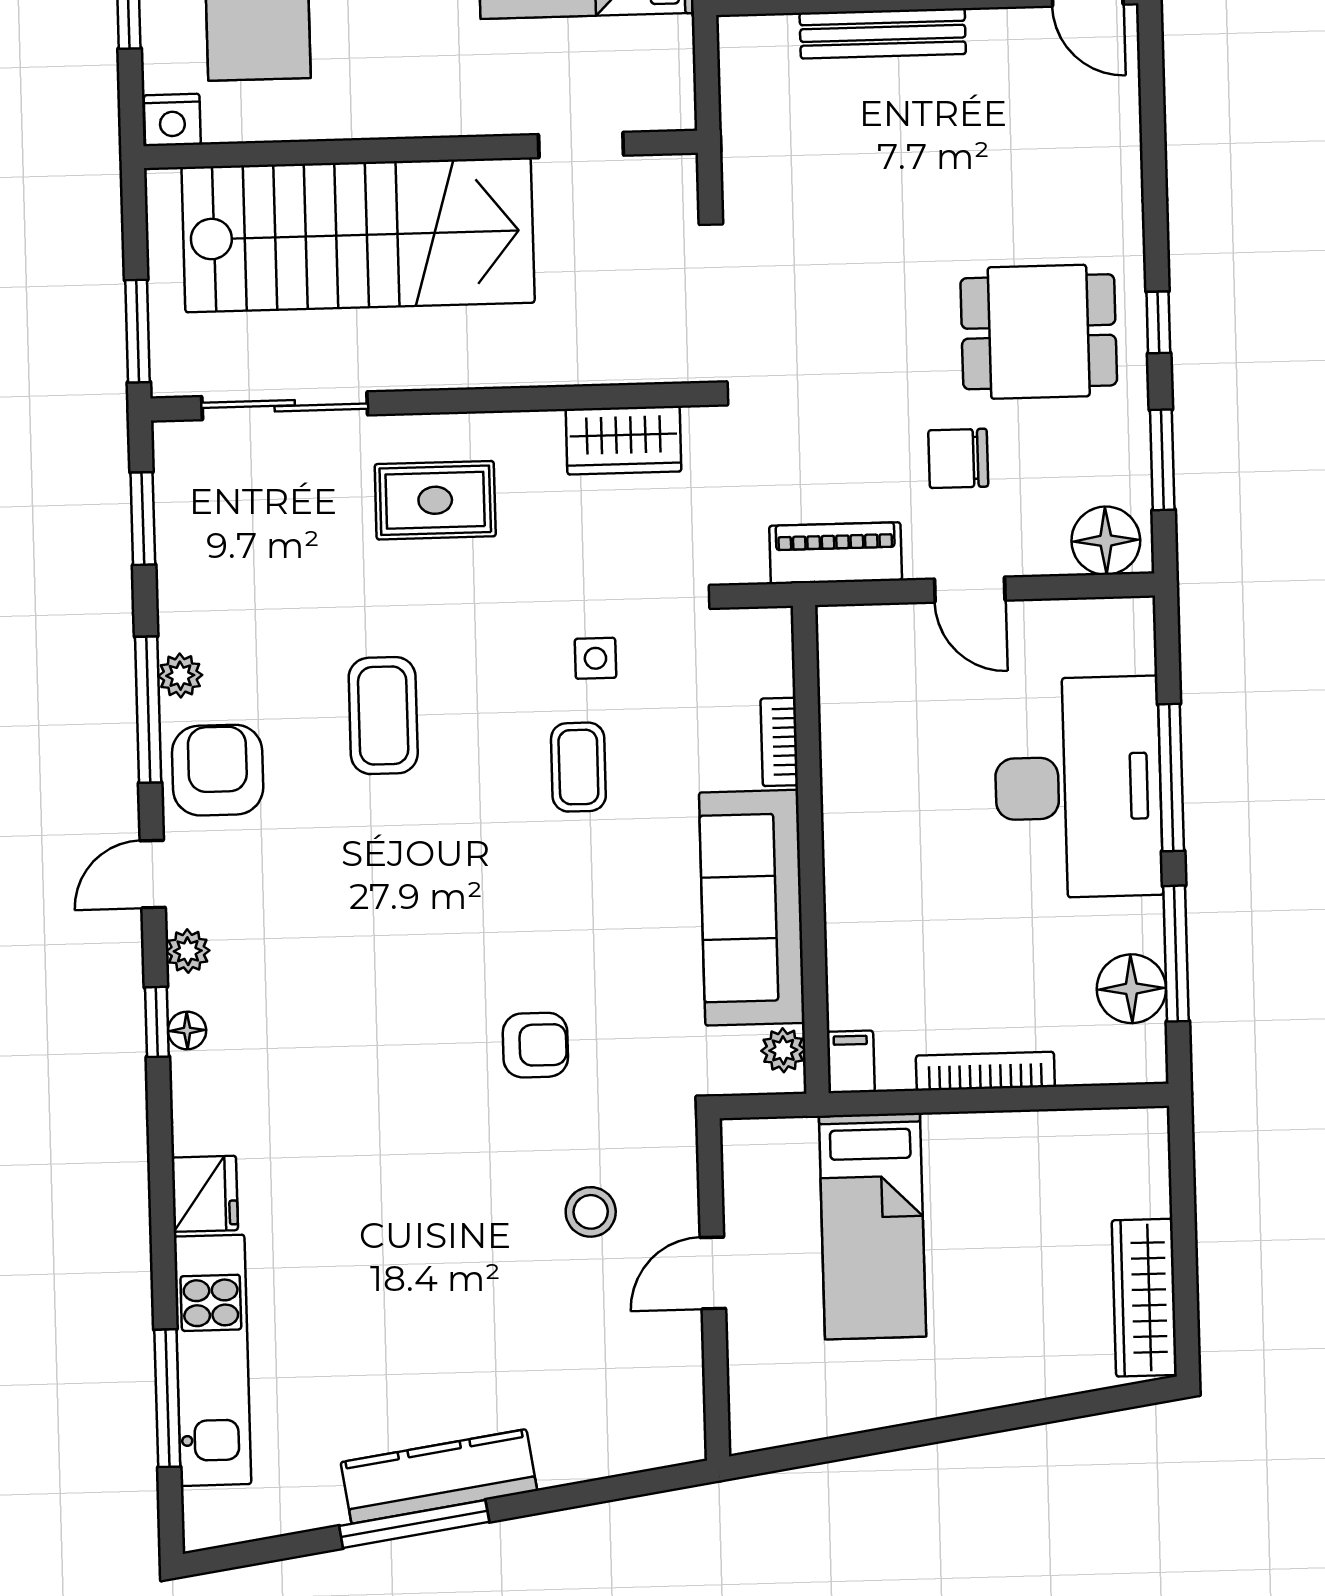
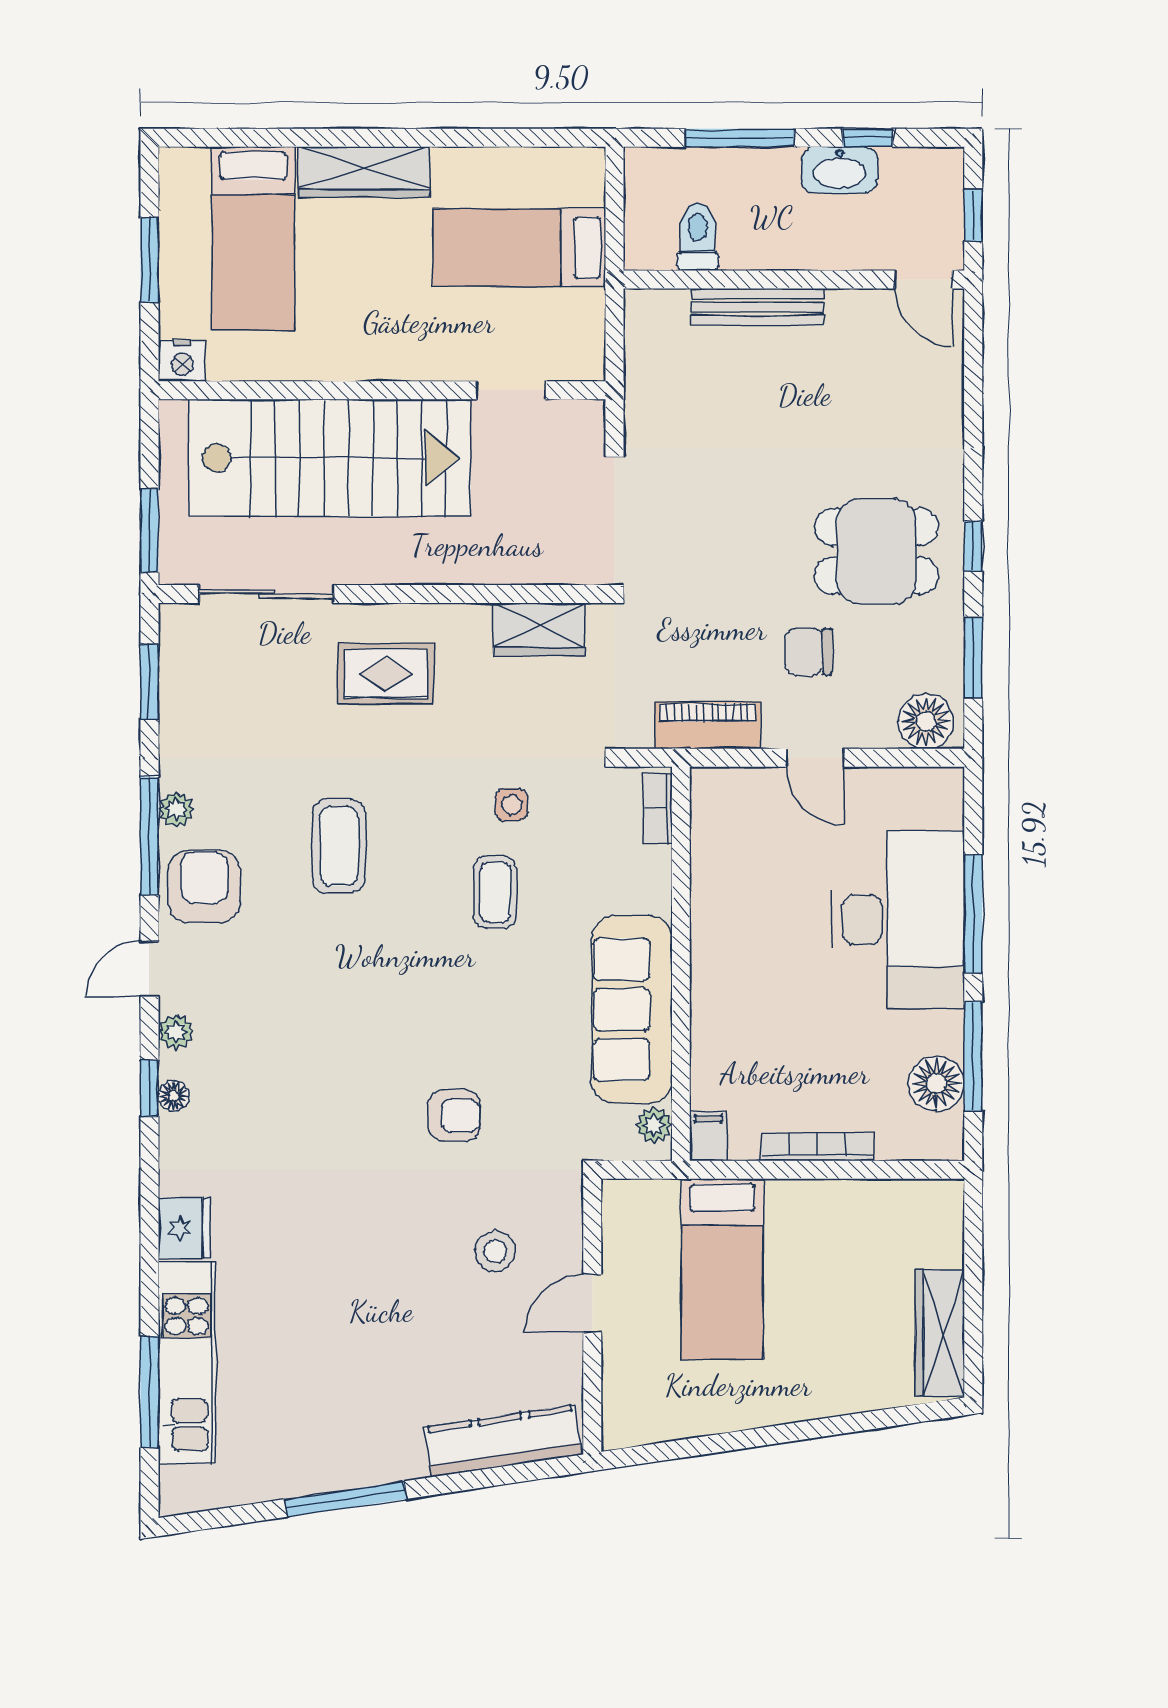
bookcase: (779, 742) -> (658, 809), moved
kitchen counter: (439, 1476) -> (503, 1441), moved

